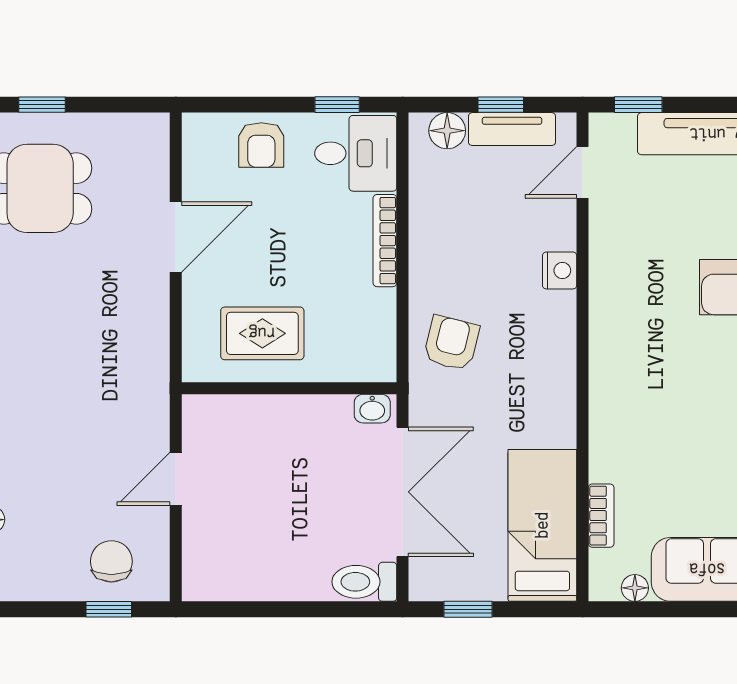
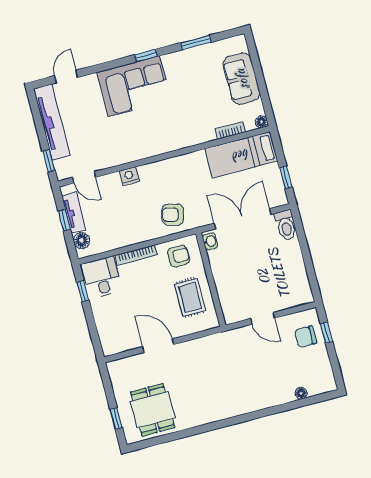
armchair: (261, 145) -> (178, 256), moved
floor lamp: (635, 588) -> (261, 122), moved

